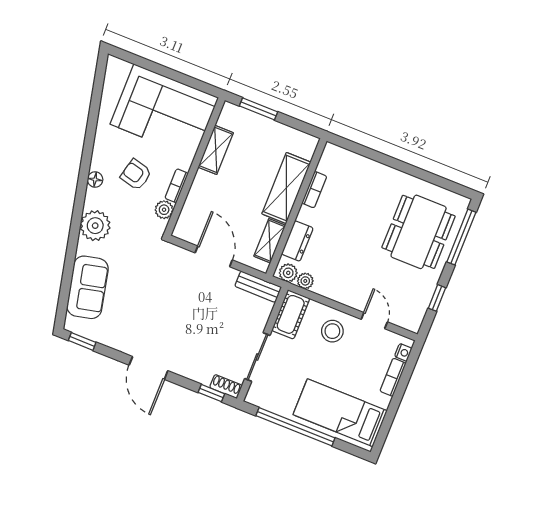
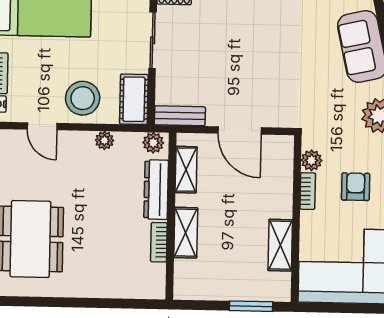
armchair: (136, 175) -> (356, 187), turned -104
shelving: (286, 188) -> (186, 233), width x0.67, depth x0.75
dresser: (297, 241) -> (156, 190), width x1.44
plant: (305, 281) -> (104, 140), moved
stool: (332, 331) -> (83, 98), width x1.38, depth x1.38

